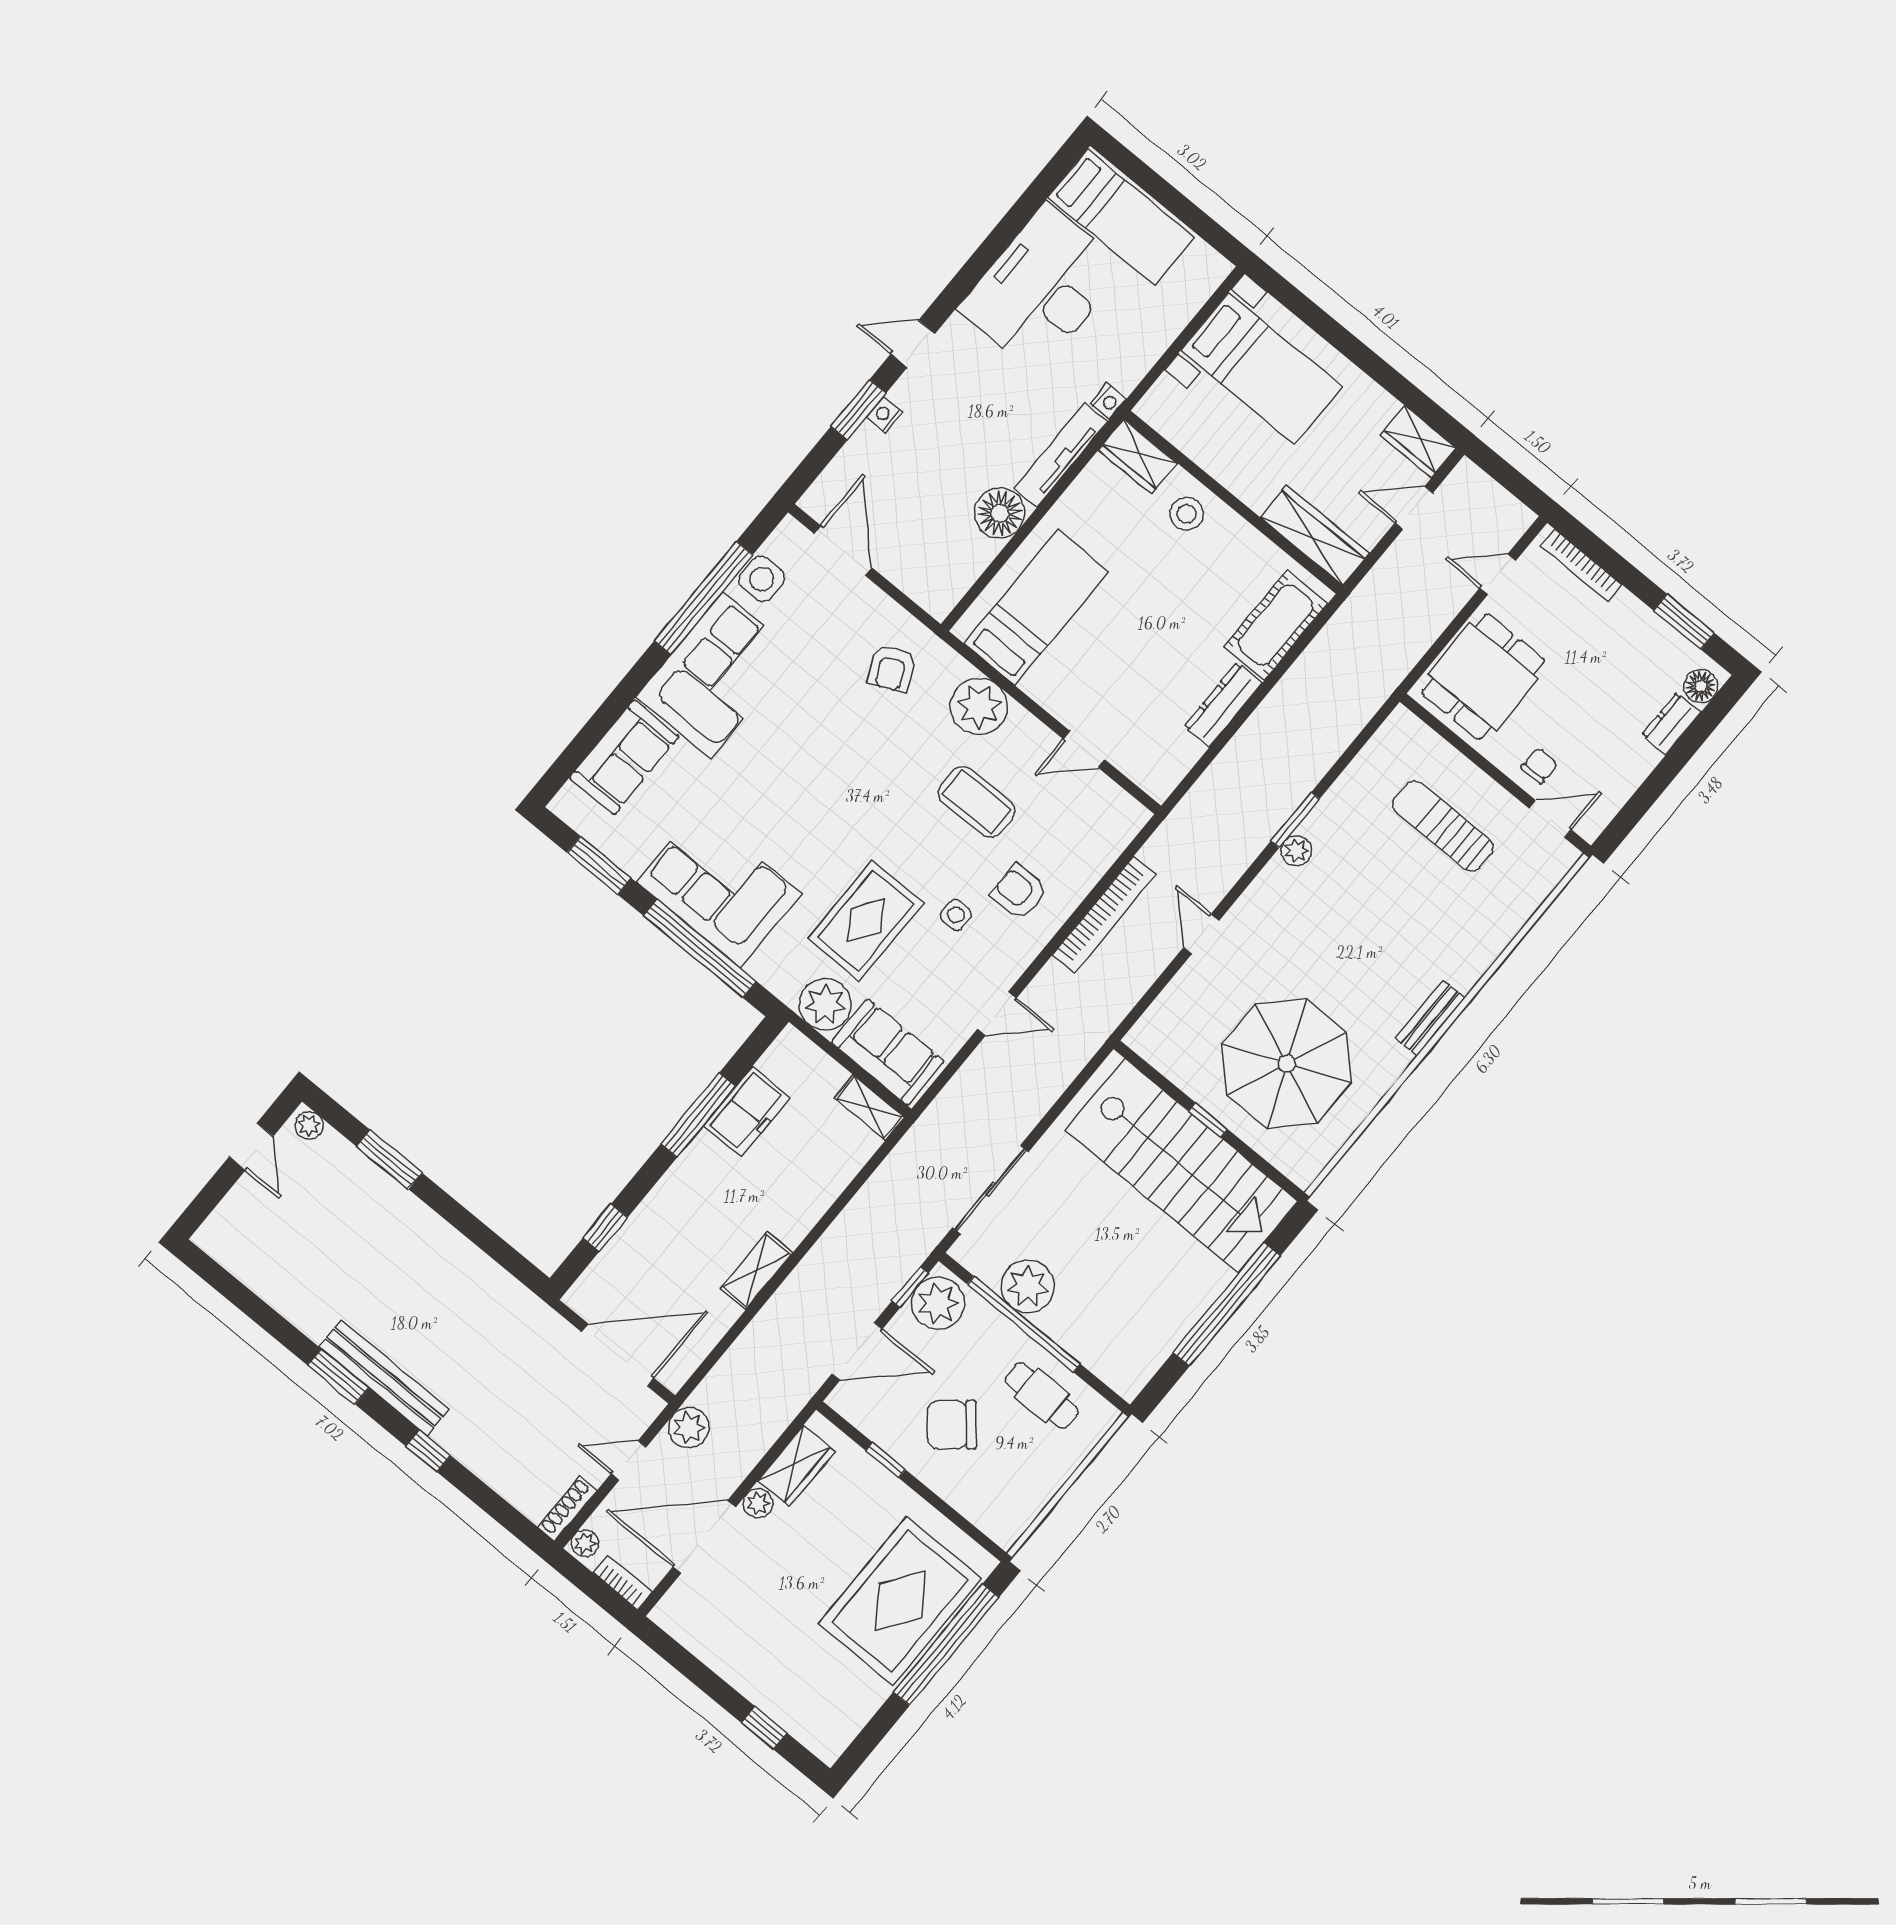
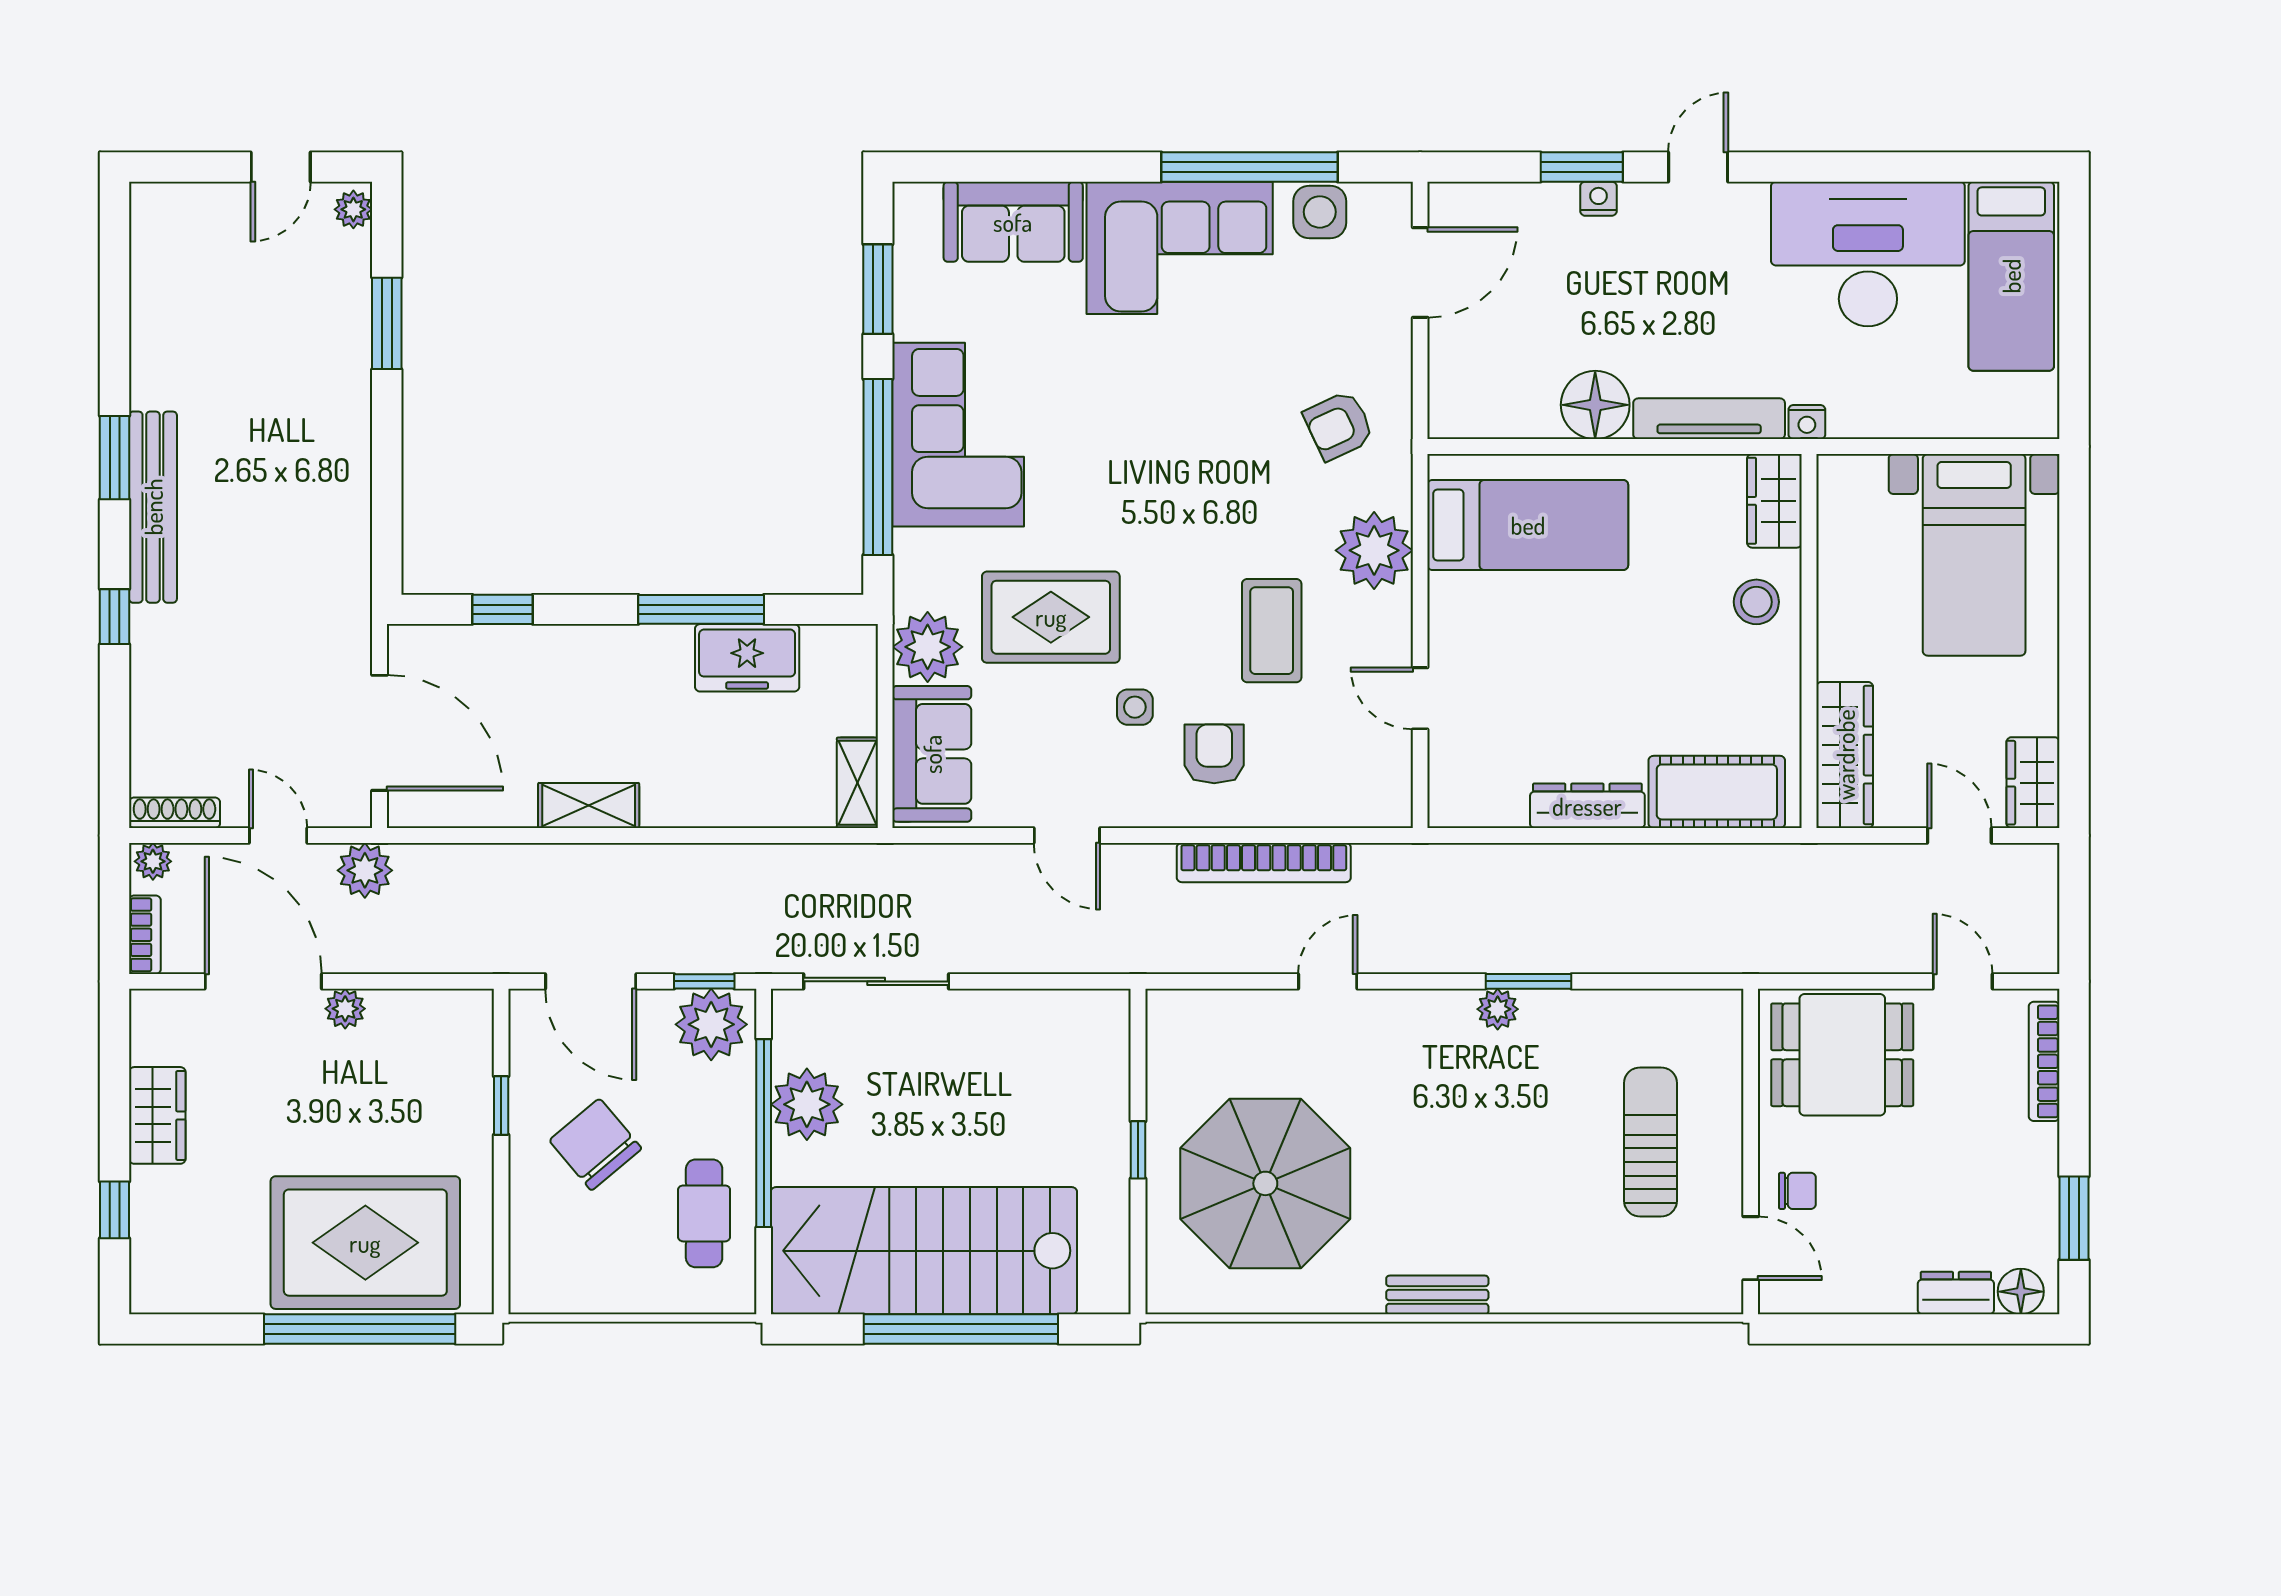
door: (913, 344) -> (1698, 167), hinge flipped
stairs: (1182, 1166) -> (924, 1251), moved, turned 90
wardrobe: (796, 1466) -> (157, 1115), moved, turned -90

